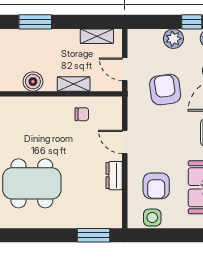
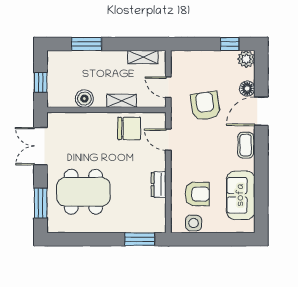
plant: (173, 39) -> (213, 59), removed
chair: (82, 114) -> (129, 128), width x1.87, depth x1.87
door: (125, 142) -> (168, 140), moved
armchair: (156, 186) -> (197, 194), turned -90

